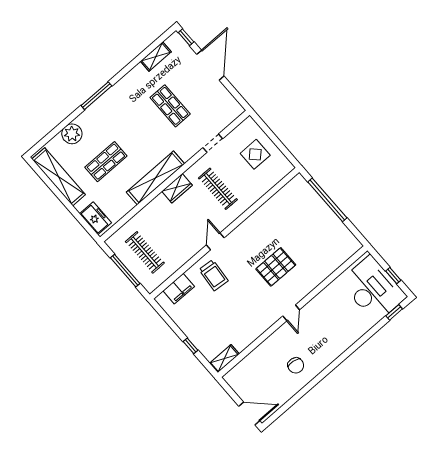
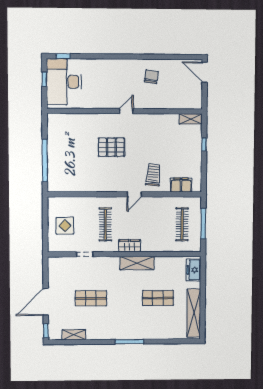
shop shelf: (170, 106) -> (91, 298), turned 90
plant: (72, 134) -> (164, 332), removed
shelving: (155, 178) -> (137, 263), width x0.68

